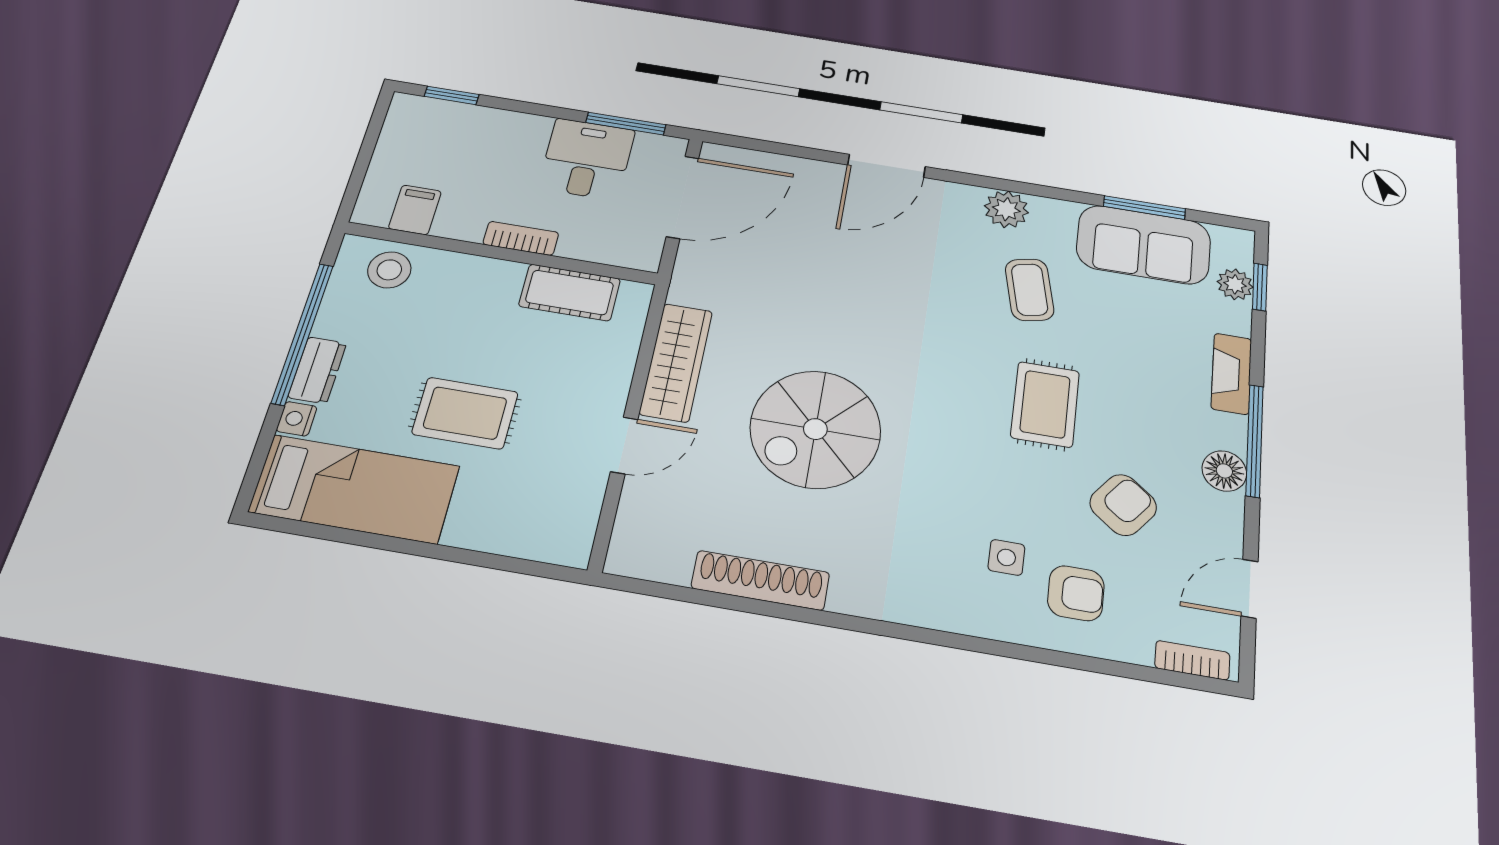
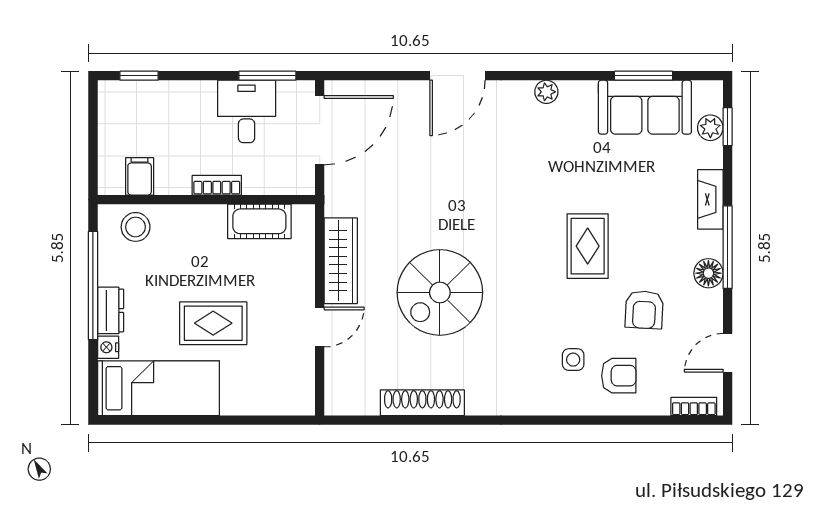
plant: (1006, 209) -> (546, 92), width x0.73, depth x0.73
coffee table: (1030, 290) -> (569, 159), removed
armchair: (1123, 505) -> (644, 310), turned 145

